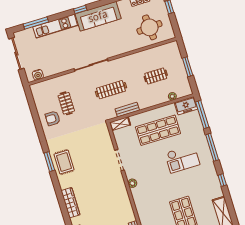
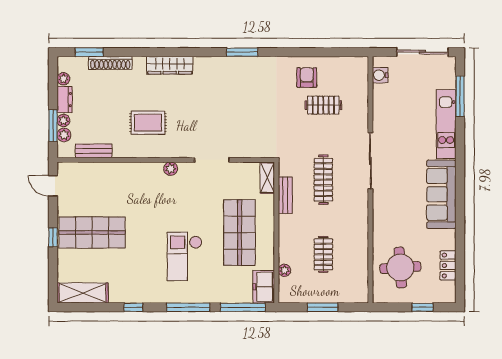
window: (80, 9) -> (460, 170), removed
rug: (64, 162) -> (148, 123), moved

